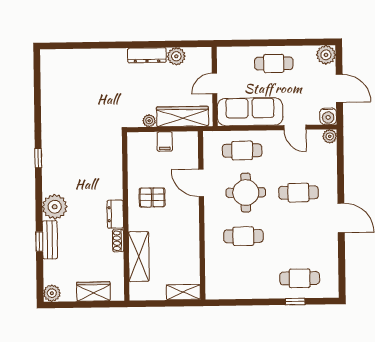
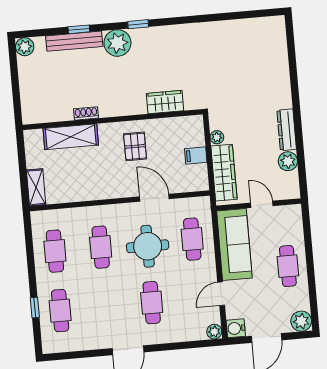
window: (38, 158) -> (138, 24), moved
door: (201, 183) -> (154, 198), hinge flipped
dresser: (115, 214) -> (114, 108), removed
bench: (50, 240) -> (74, 41), width x1.36
cafe table: (244, 279) -> (55, 251), added
wardrobe: (93, 291) -> (165, 102), moved, turned -90

